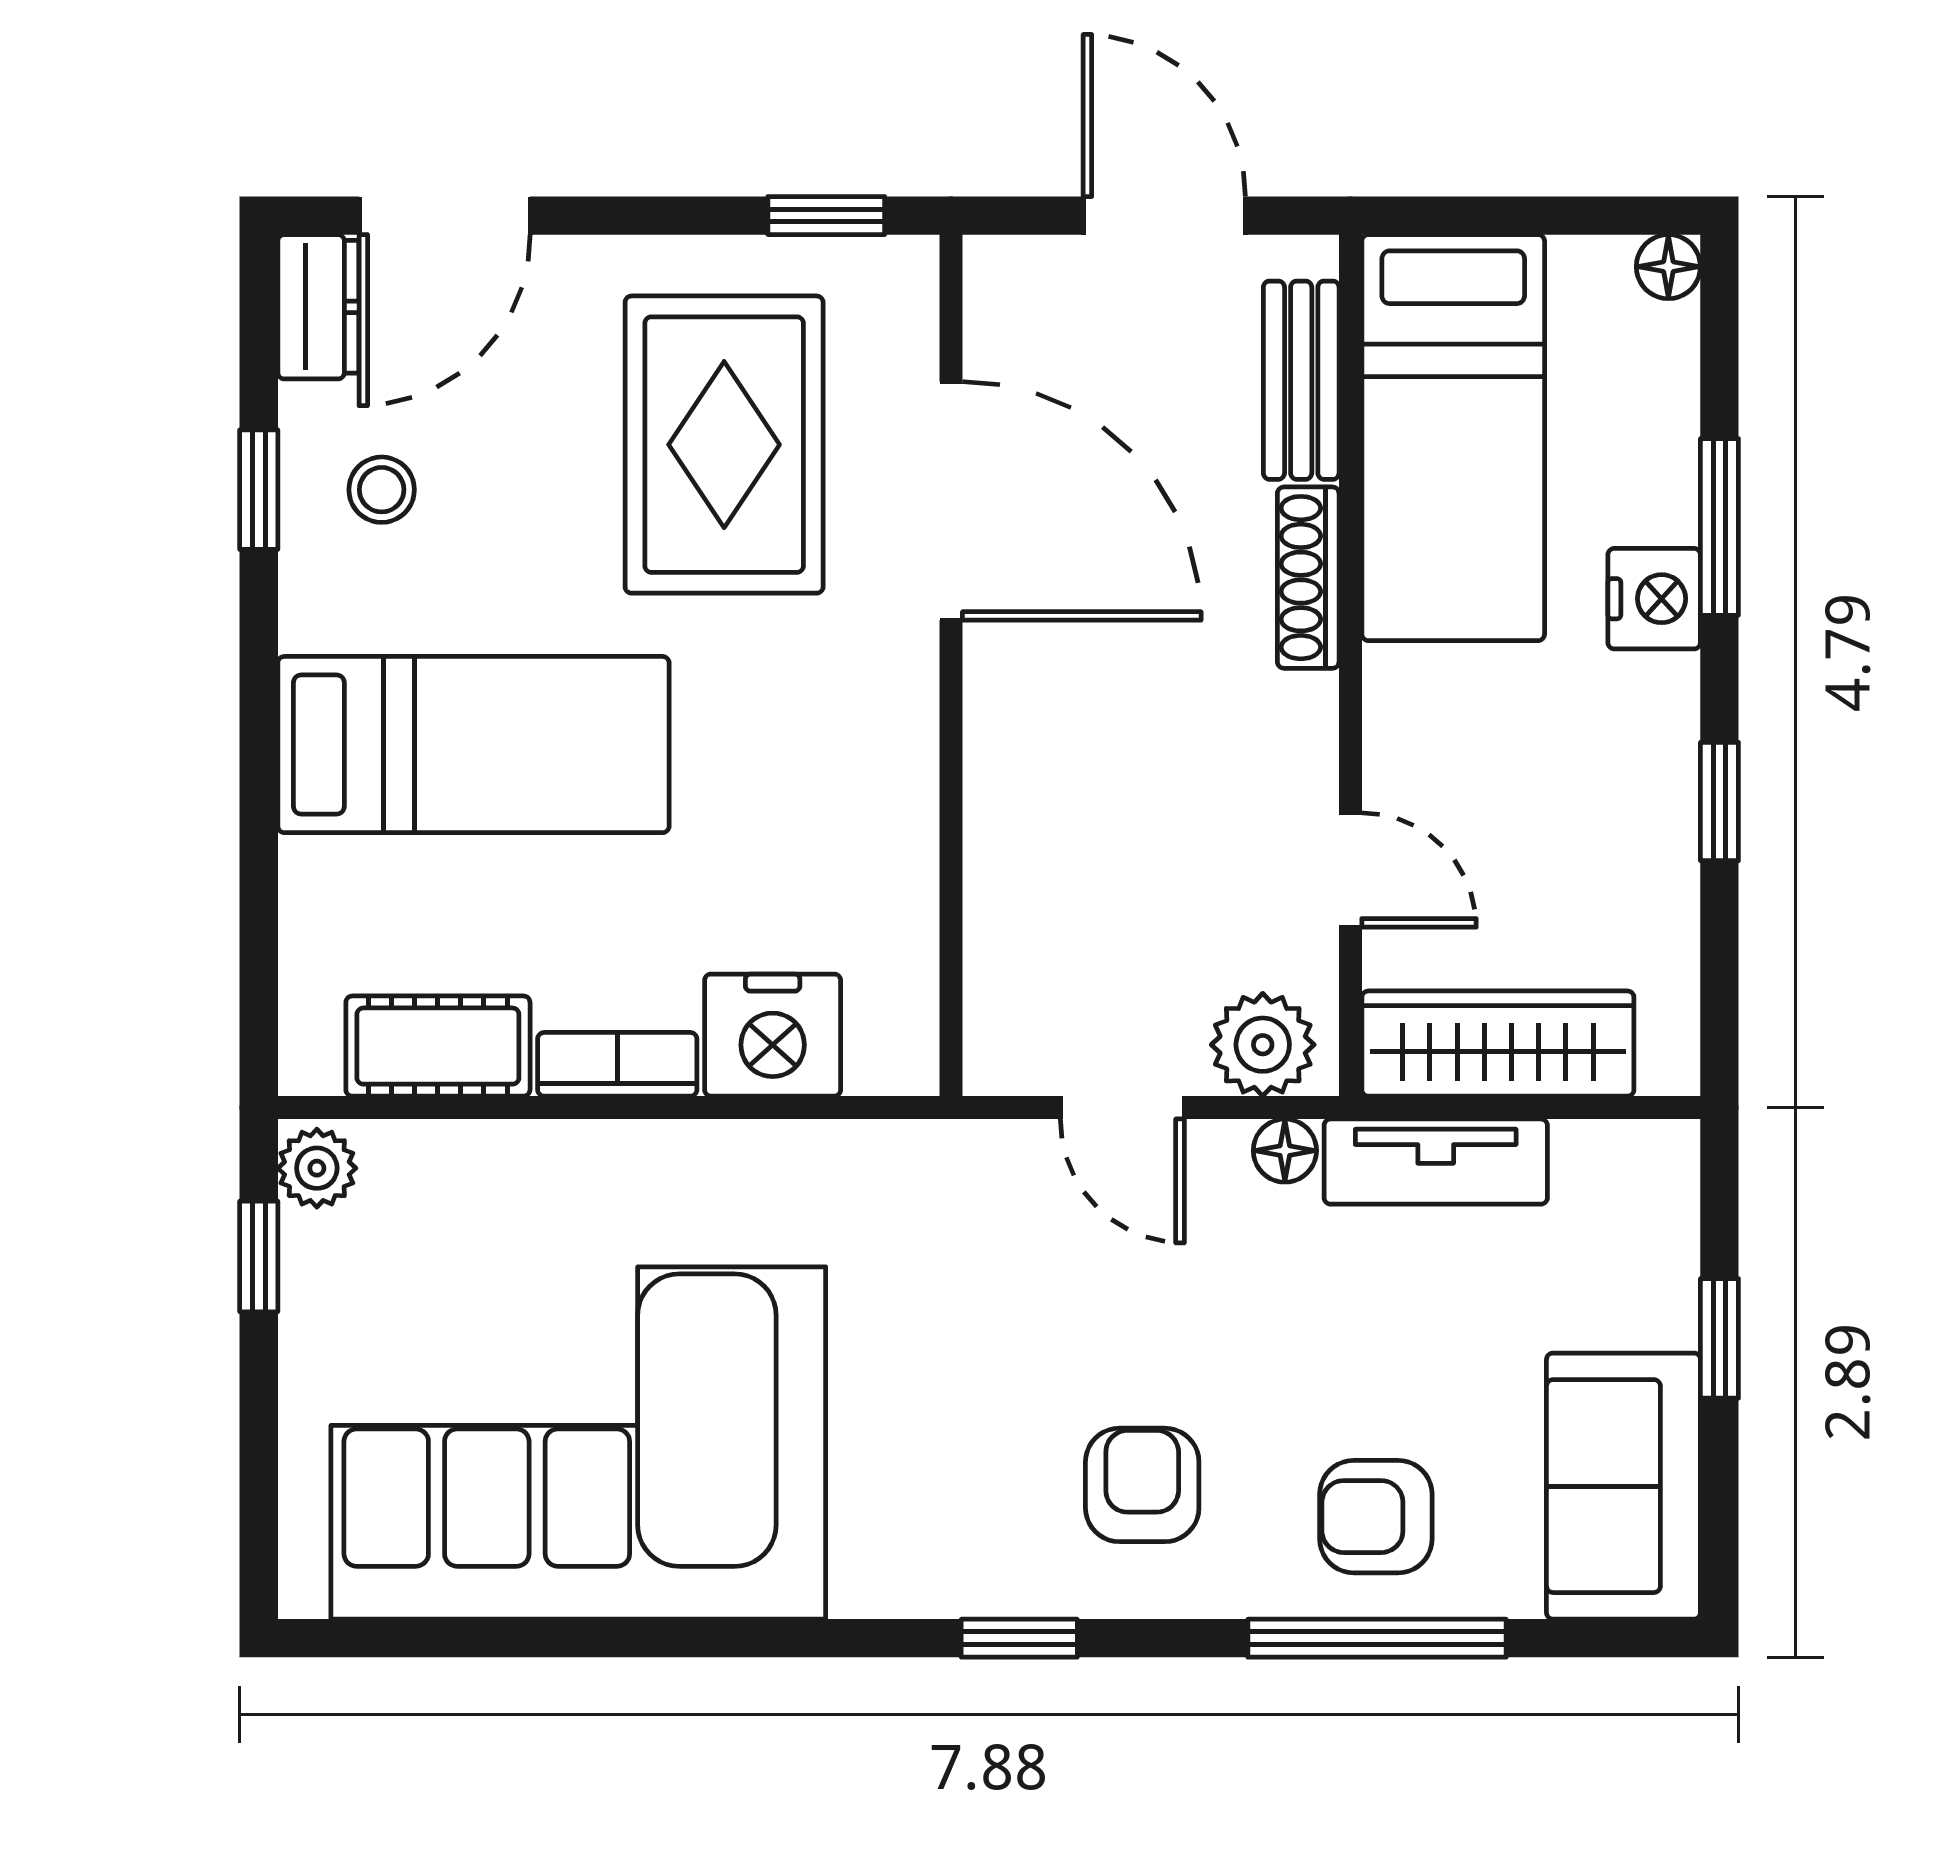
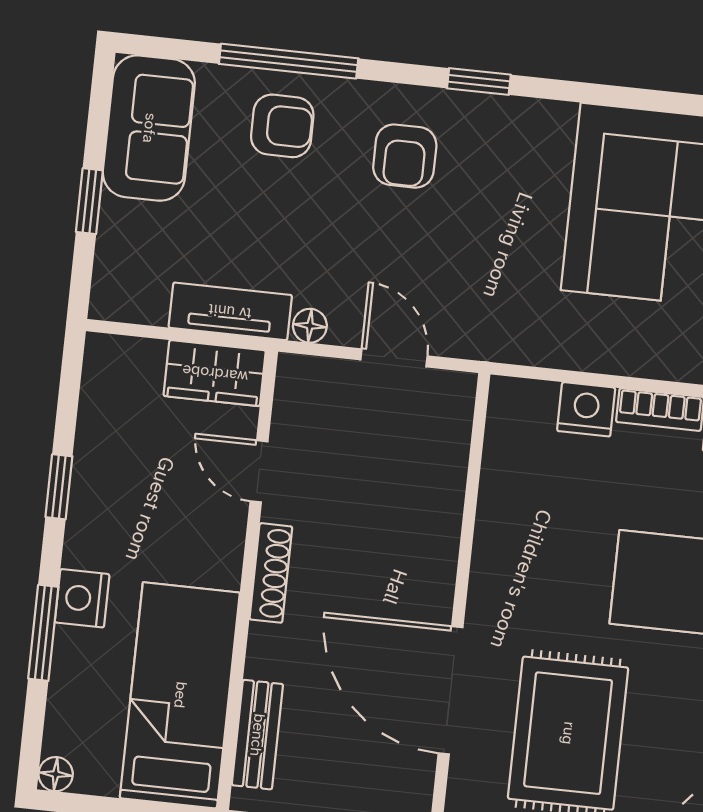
shoe rack: (1308, 578) -> (271, 573), moved
nightstand: (773, 1035) -> (586, 409), width x0.74, depth x0.75
wardrobe: (1498, 1044) -> (215, 373), width x0.67
plant: (1263, 1045) -> (316, 383), removed

